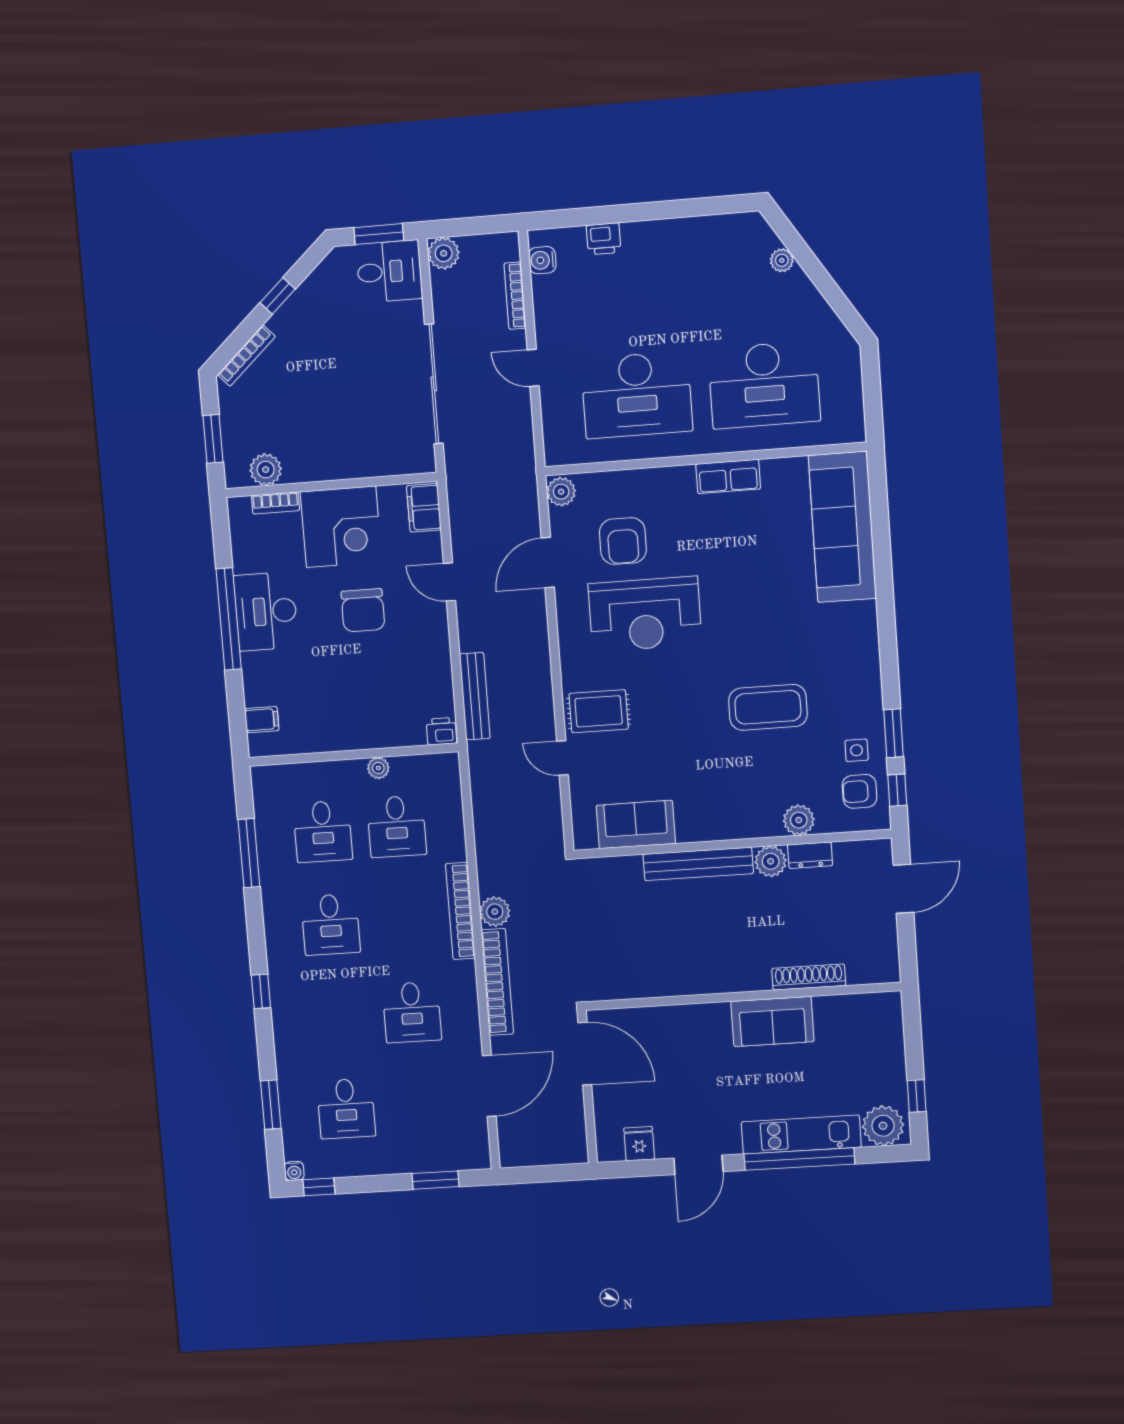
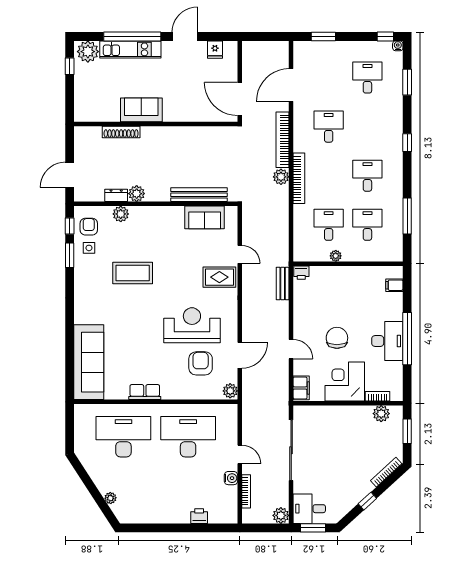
water cooler: (542, 260) -> (231, 478), moved
bench: (475, 696) -> (283, 284), width x0.73
armchair: (860, 791) -> (89, 227), turned -90
bench: (698, 864) -> (199, 195), moved

